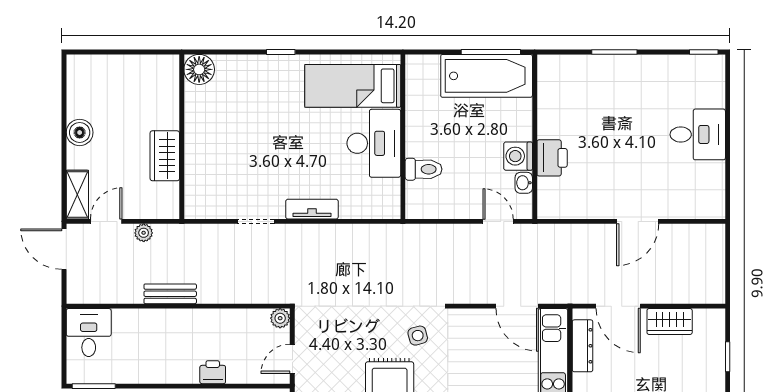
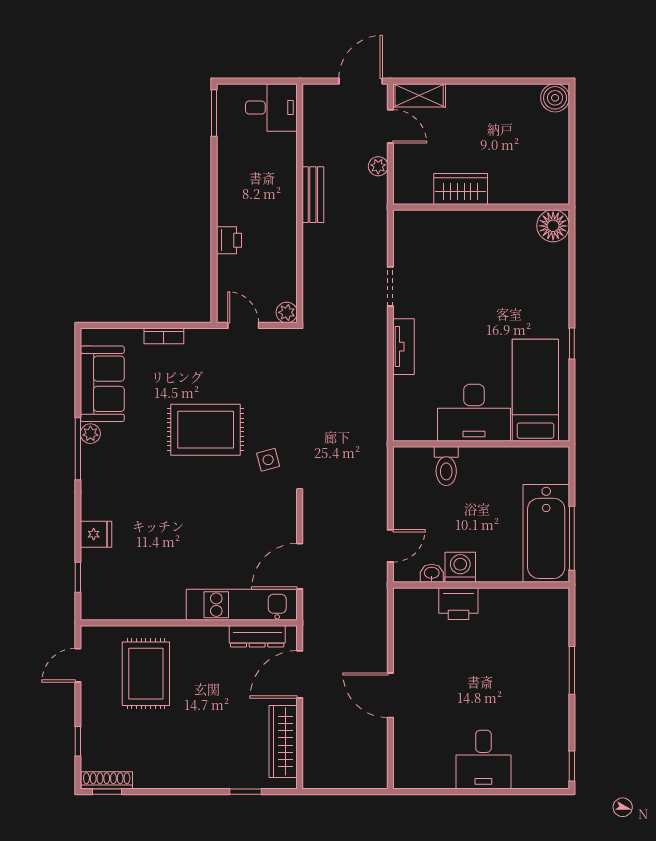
window: (281, 52) -> (572, 344), moved
boiler: (80, 132) -> (555, 98), moved
wardrobe: (670, 322) -> (283, 741), width x1.50

